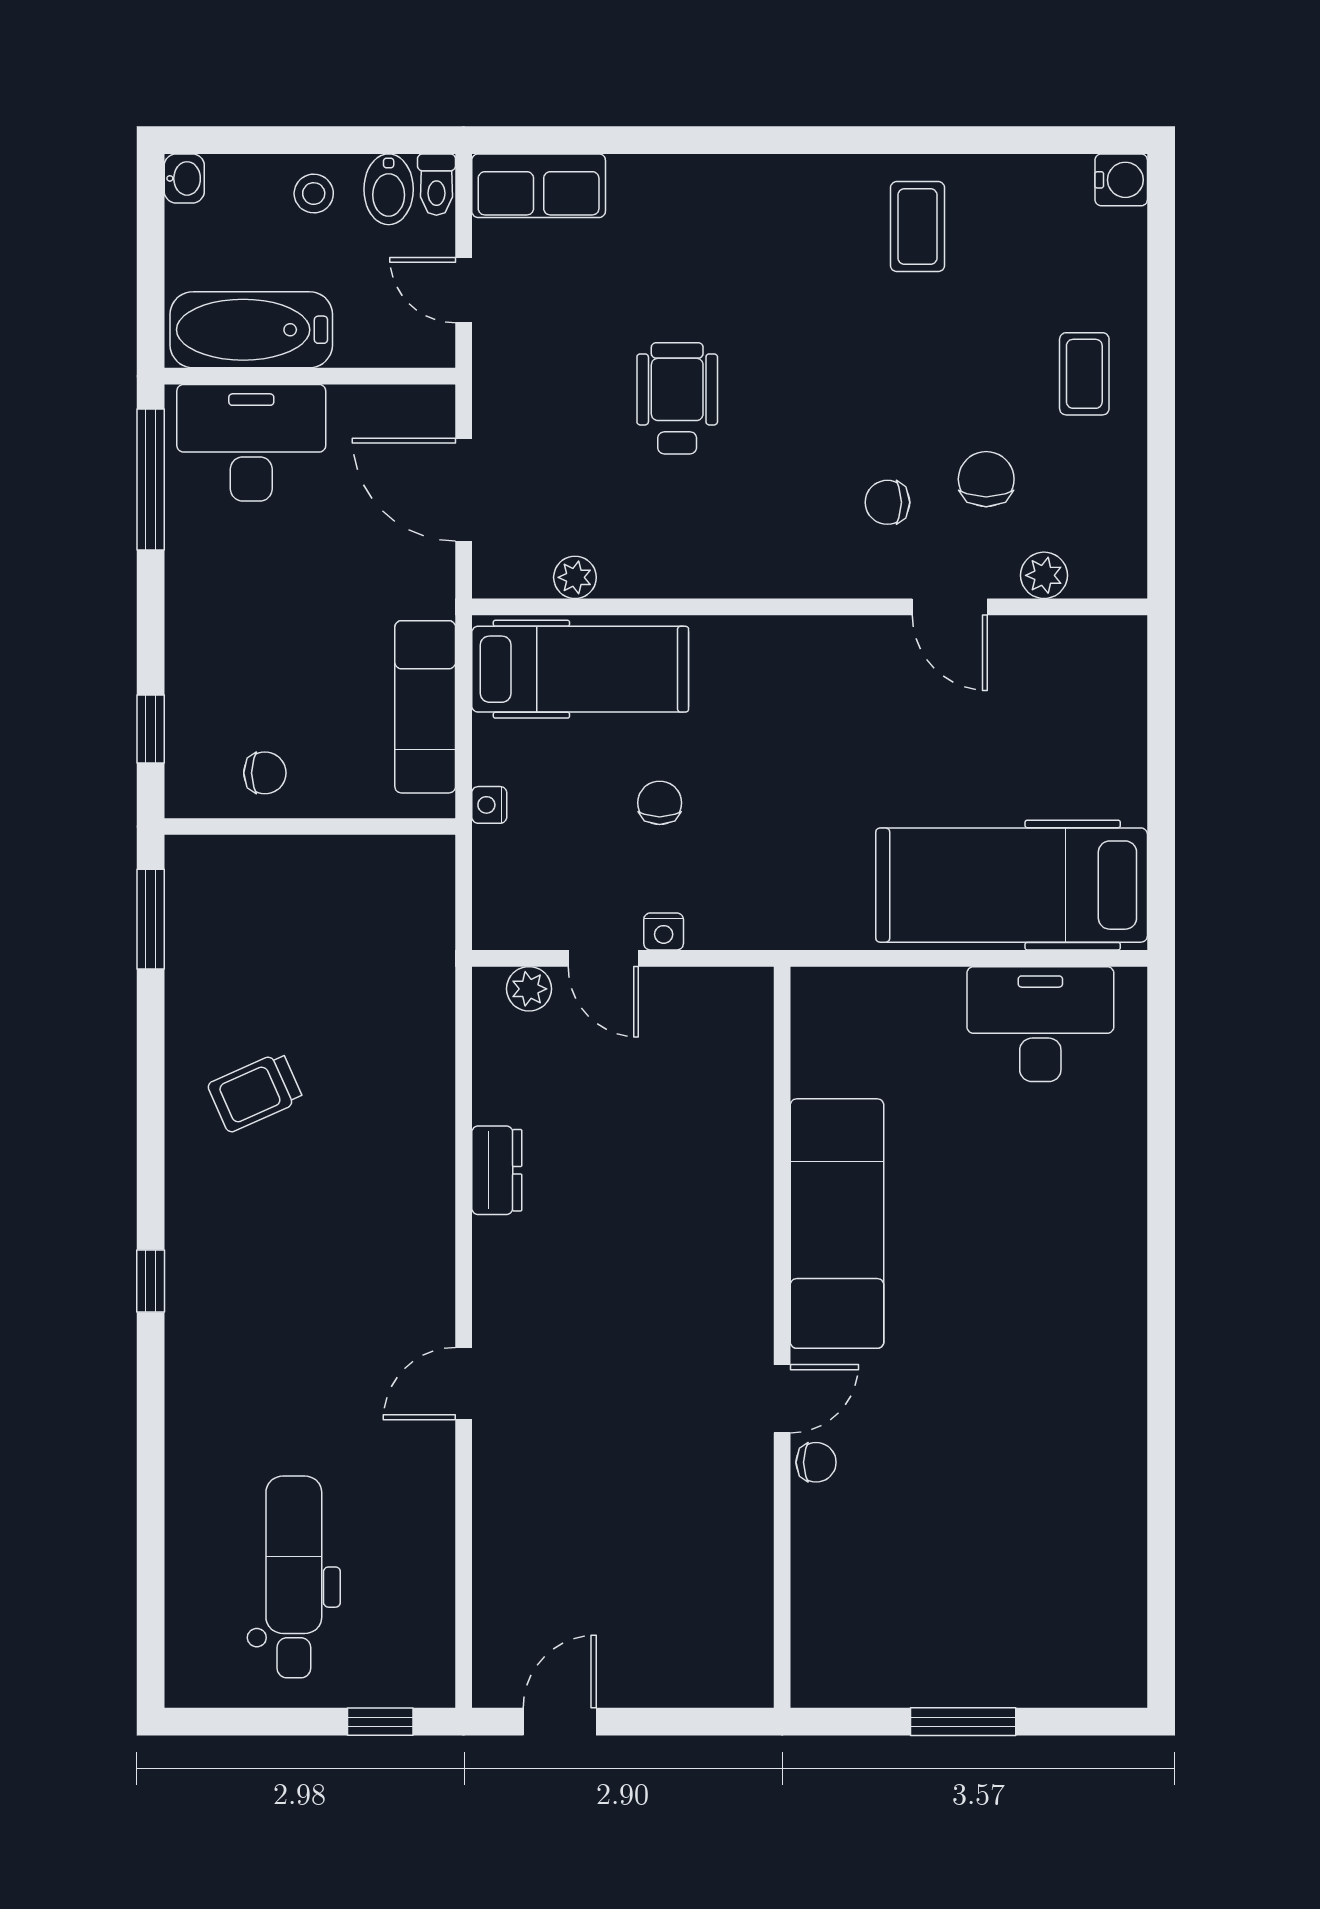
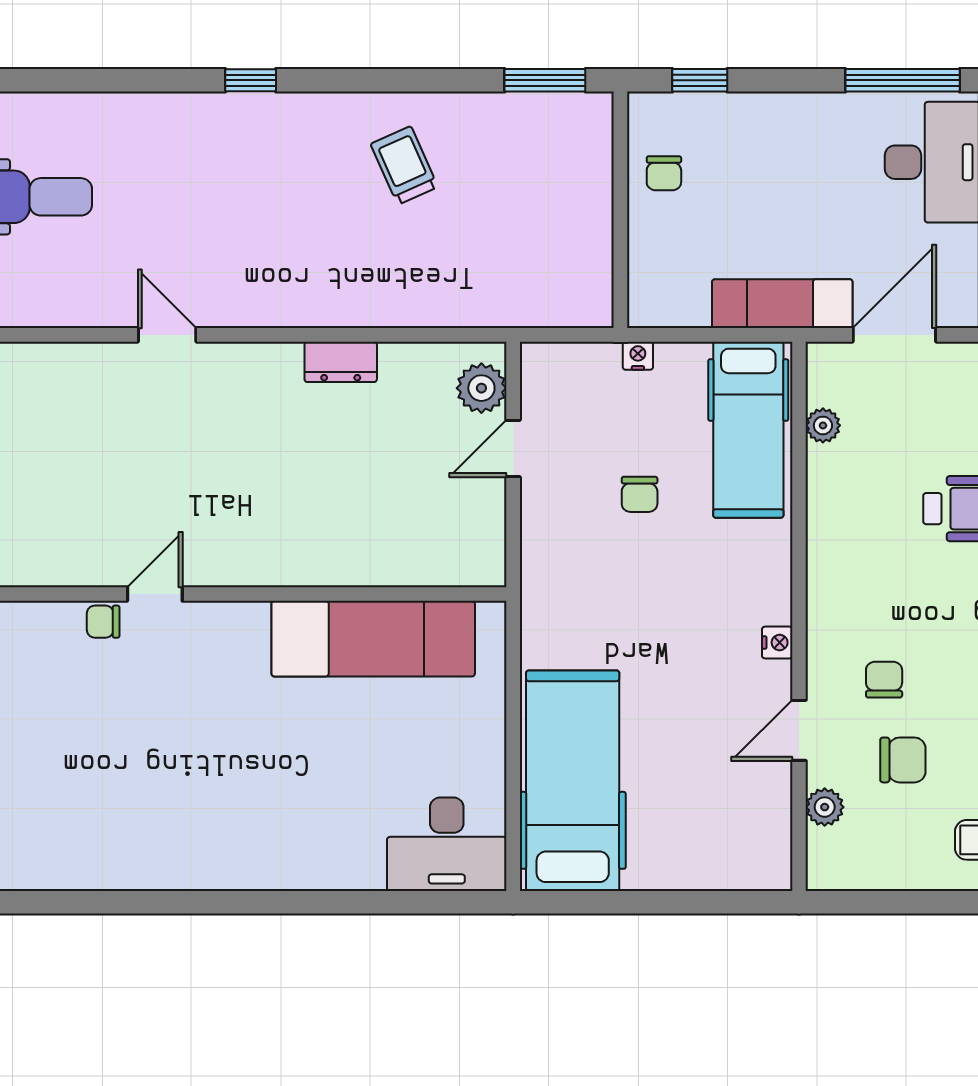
exam couch: (425, 707) -> (782, 304), moved
chair: (660, 803) -> (640, 494), turned 90
nightstand: (664, 931) -> (777, 643), moved, turned 180
plant: (529, 989) -> (481, 388), width x1.38, depth x1.38
desk: (1040, 1024) -> (447, 844), moved, turned 90
exam couch: (837, 1224) -> (373, 639), moved
door: (782, 1399) -> (155, 594), swing flipped
chair: (816, 1462) -> (103, 622), turned 90

